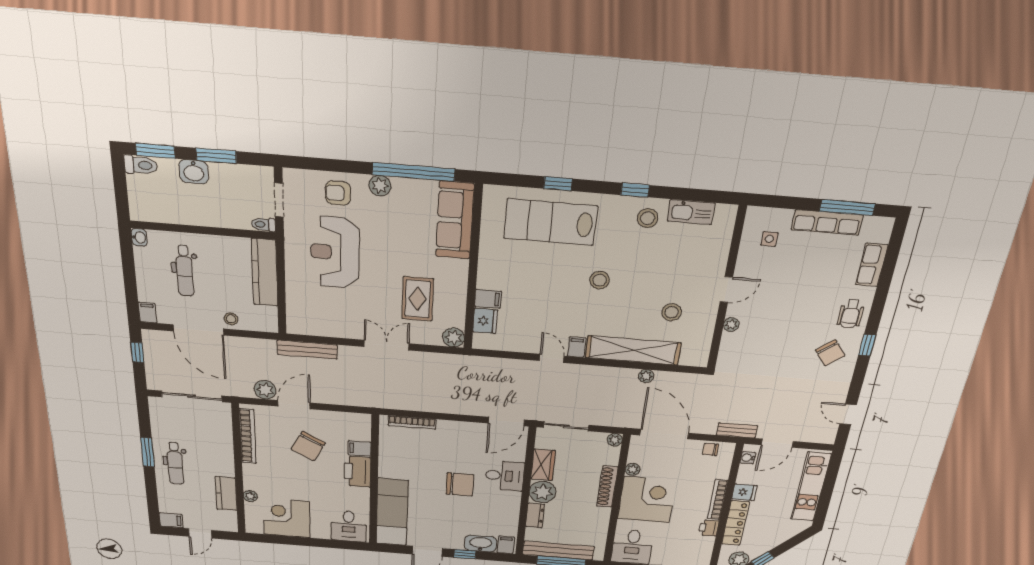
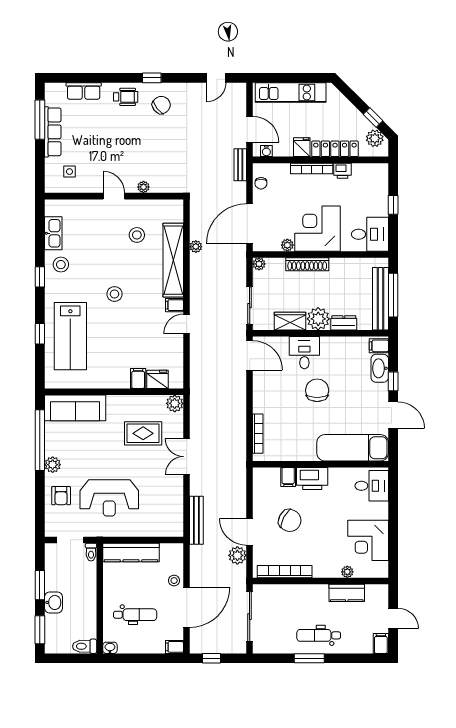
toilet: (141, 165) -> (85, 646), moved, turned -90
dental chair: (175, 463) -> (319, 635), turned 180

